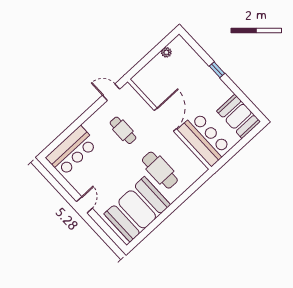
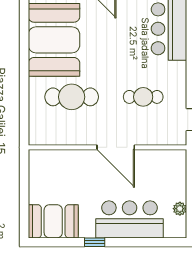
window: (217, 70) -> (95, 242), moved
bar counter: (204, 139) -> (130, 219), moved, turned 180

